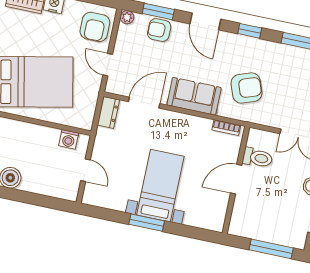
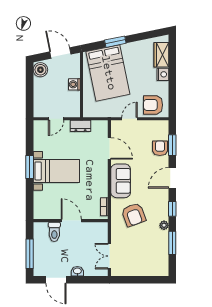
plant: (127, 17) -> (164, 225), moved
dresser: (108, 112) -> (81, 126), moved
washing machine: (69, 139) -> (74, 84), moved
toilet: (257, 158) -> (54, 232), moved

